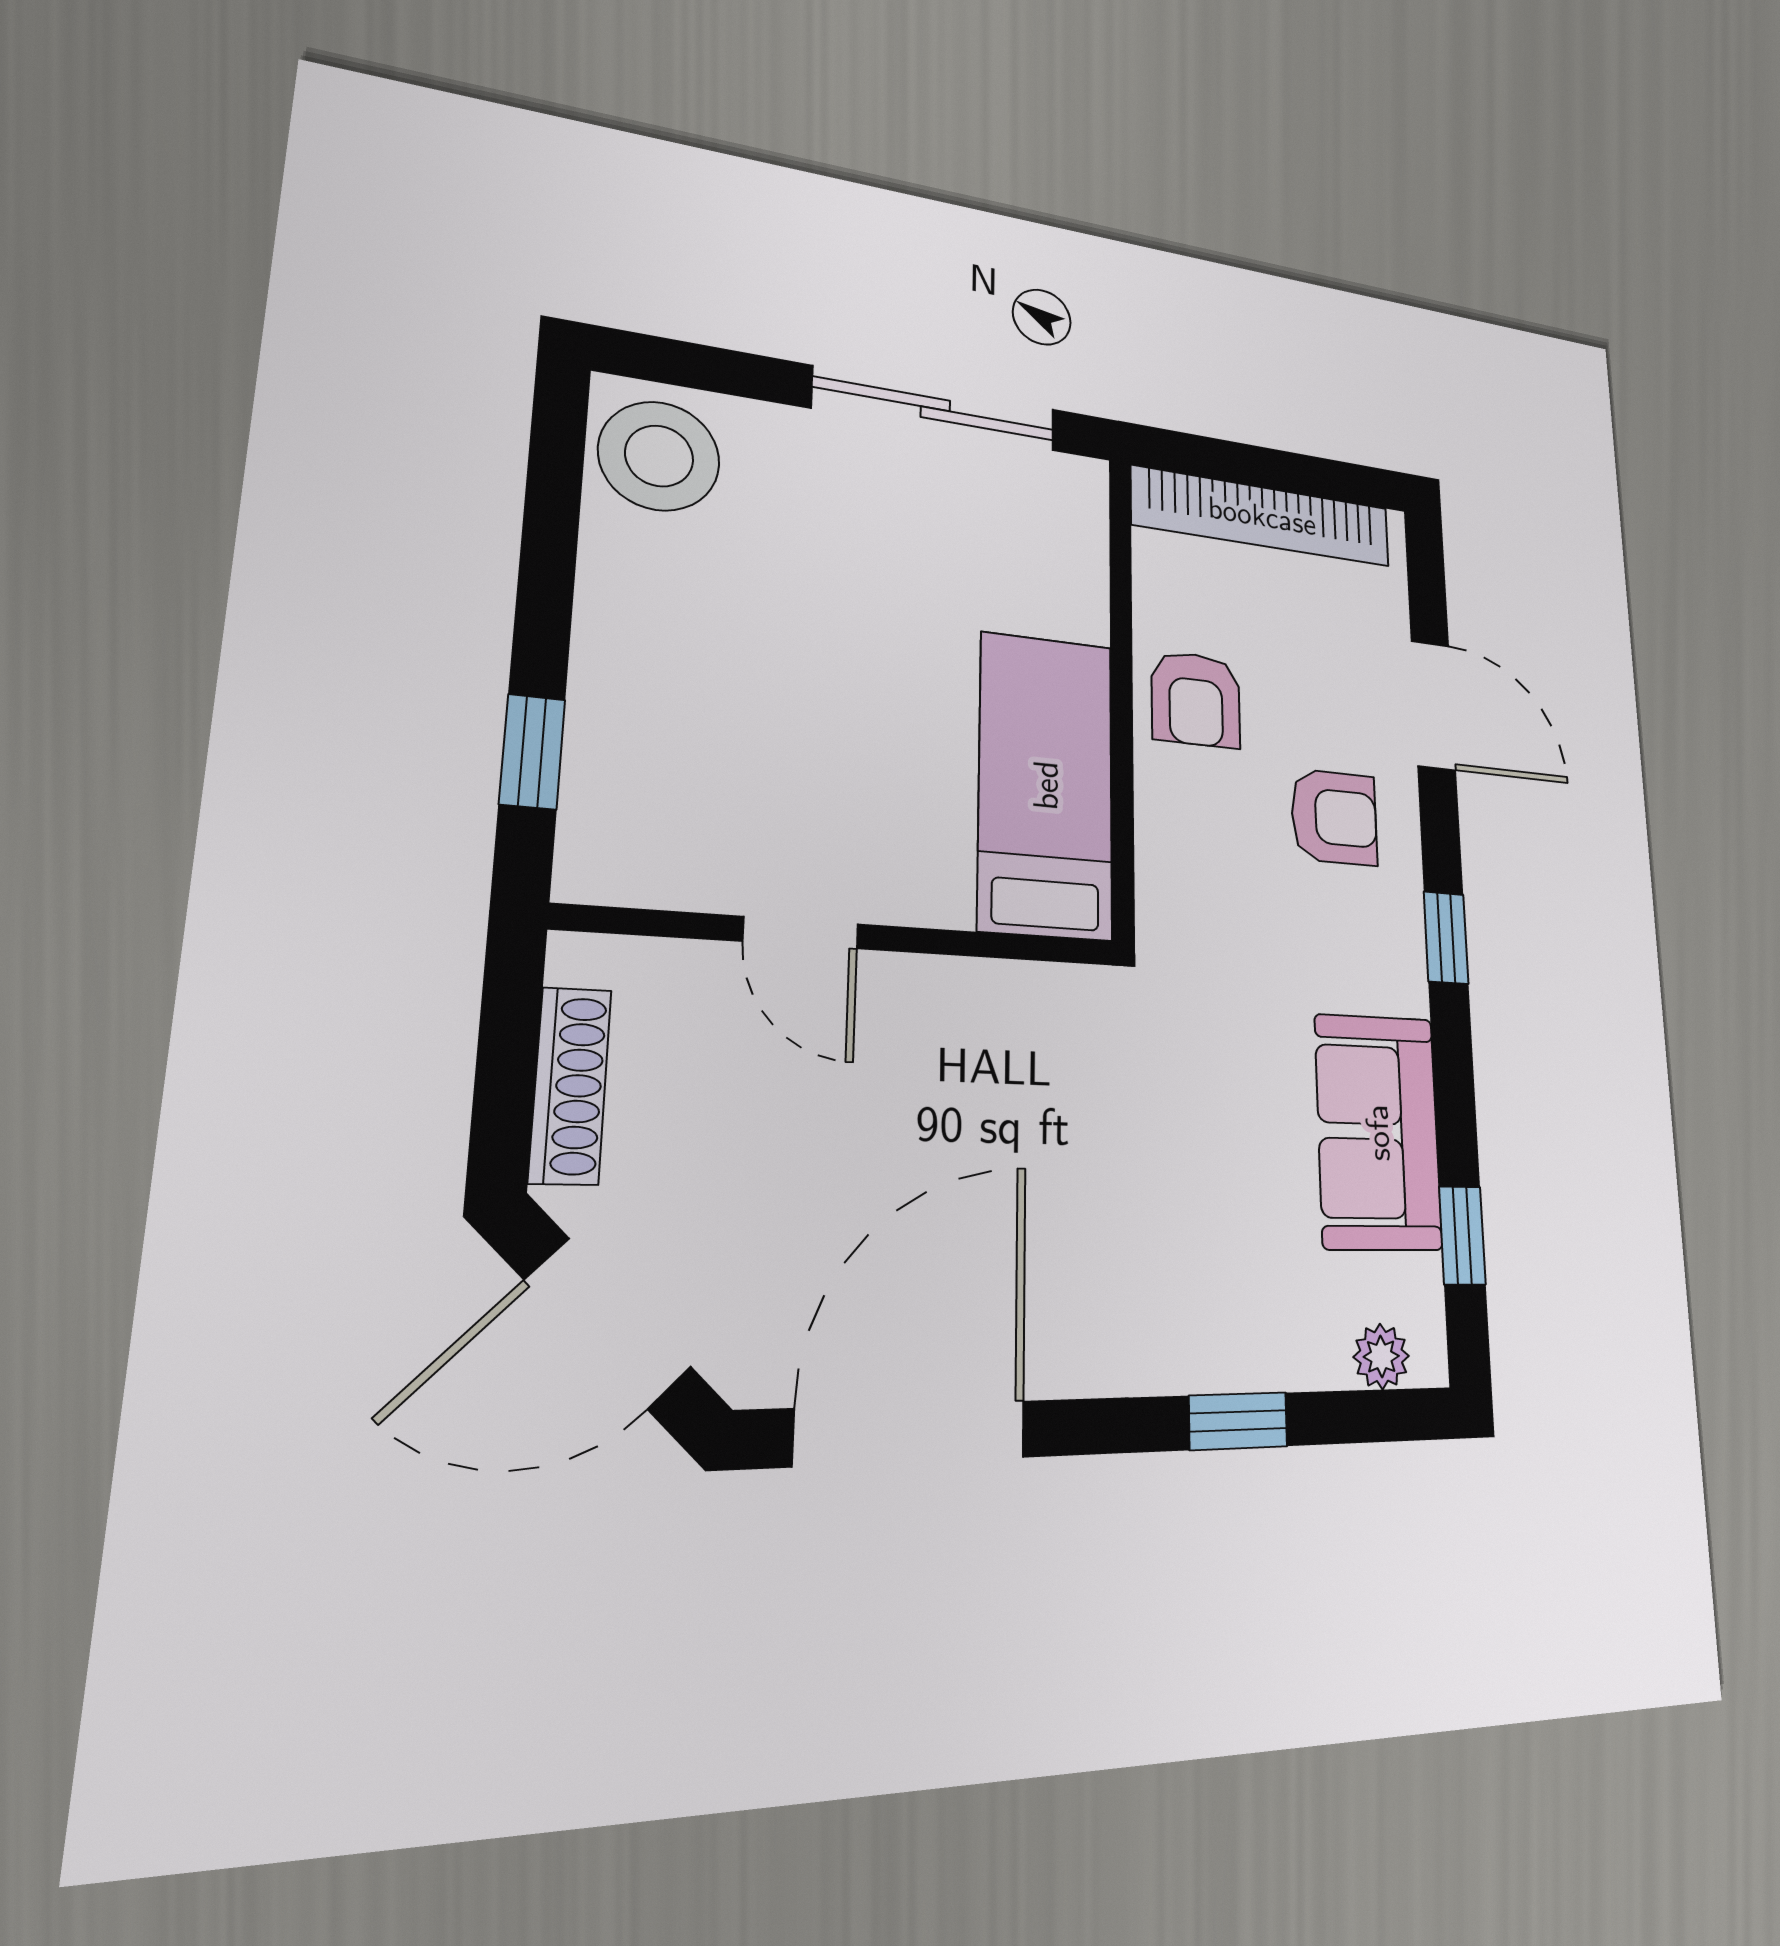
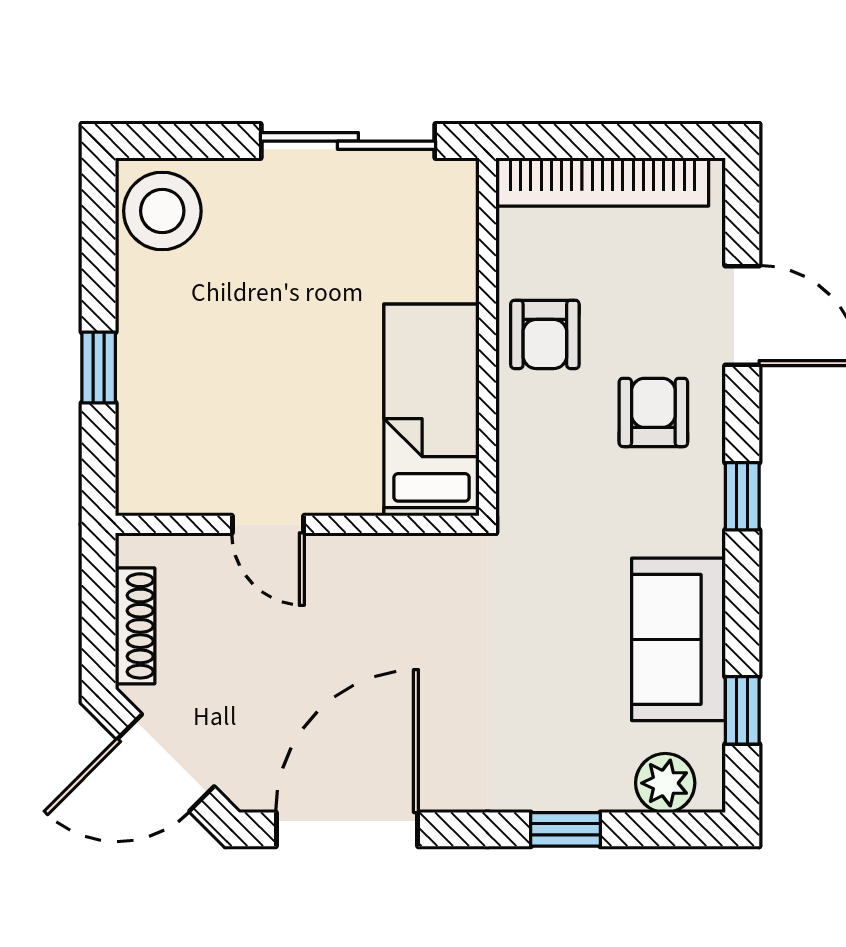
window: (532, 752) -> (99, 368), moved
armchair: (1334, 817) -> (653, 412), turned -90
plant: (1381, 1356) -> (665, 783), width x1.38, depth x1.38

